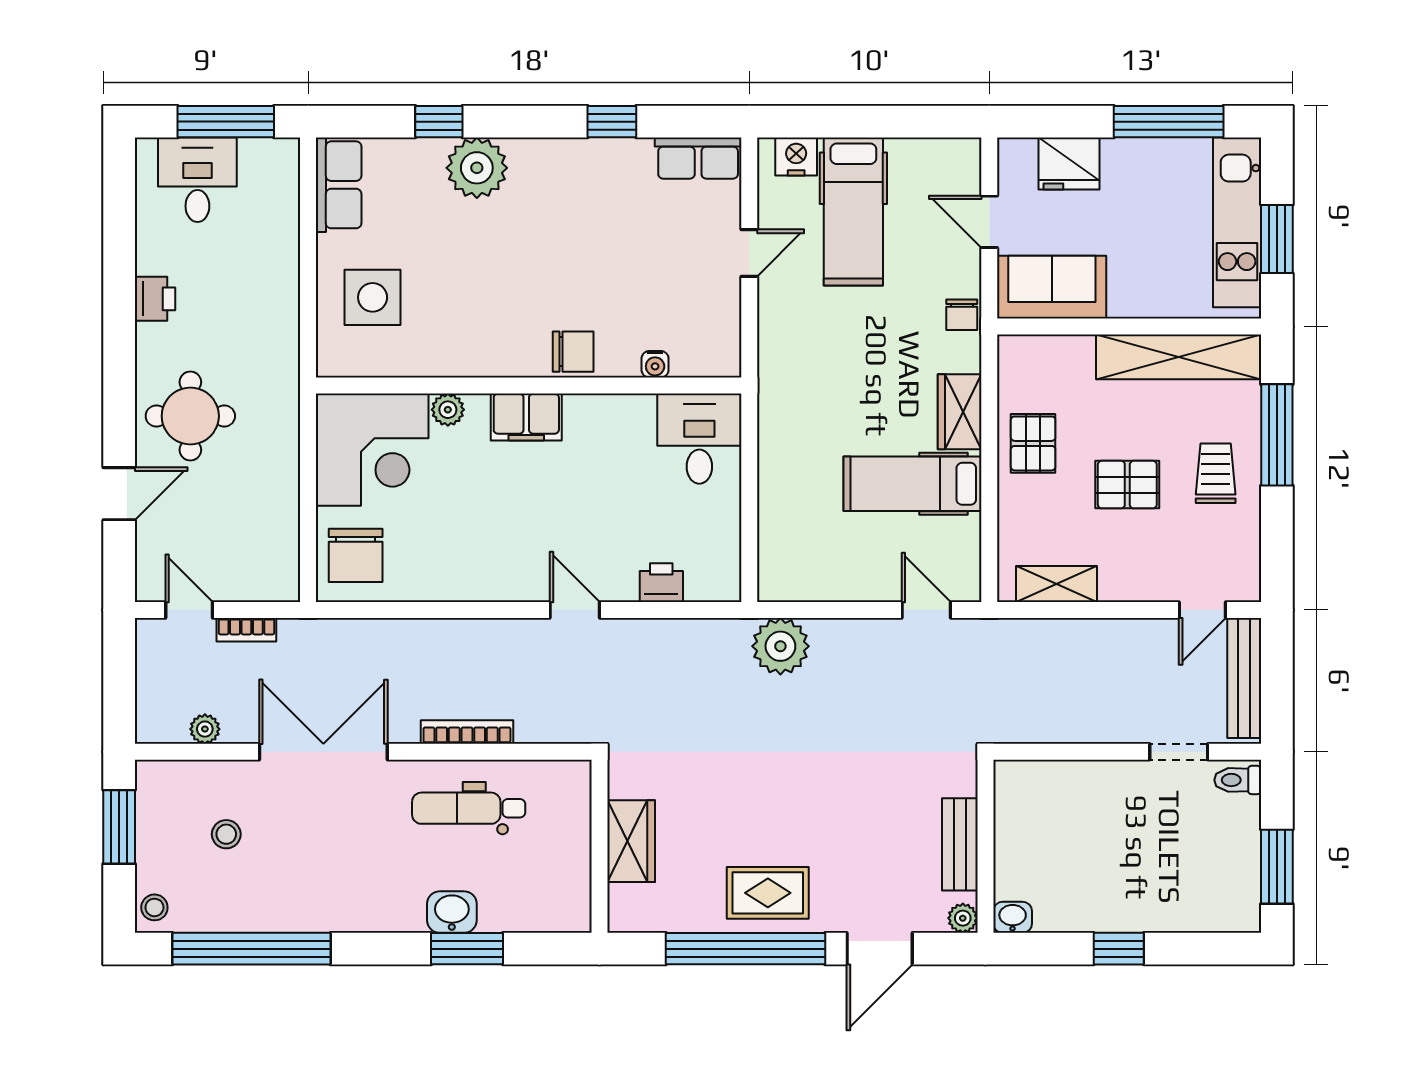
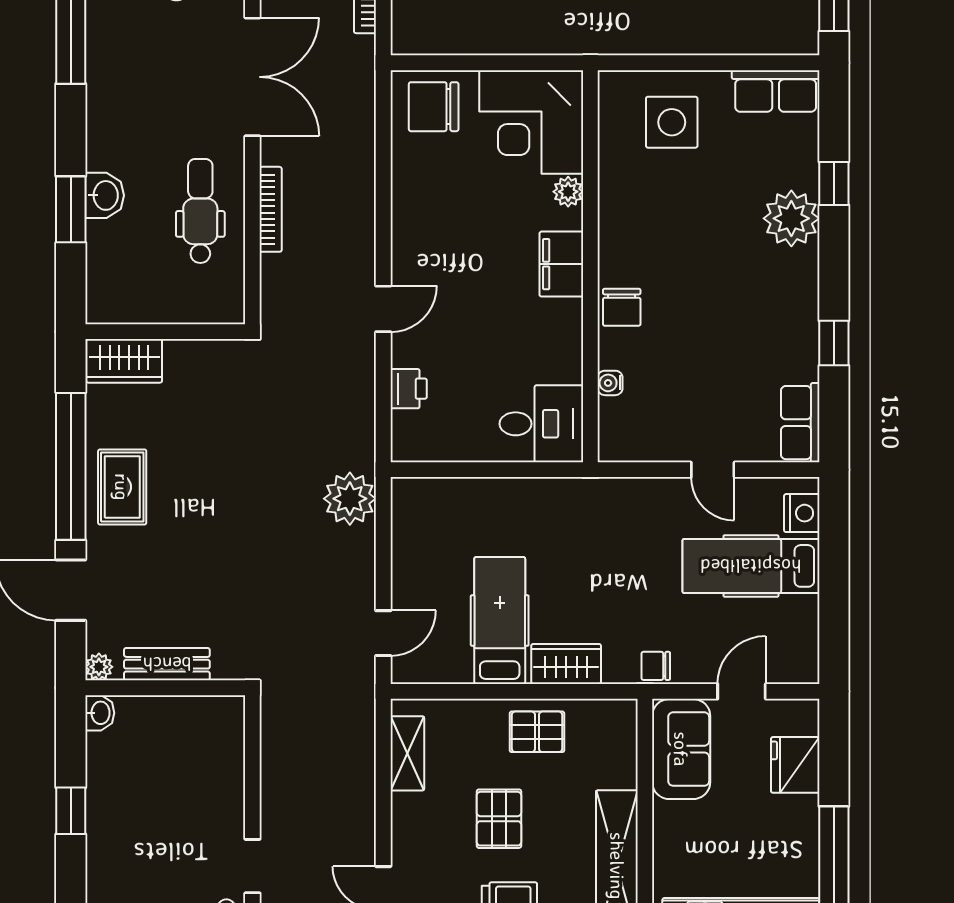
wardrobe: (631, 841) -> (124, 361), moved

